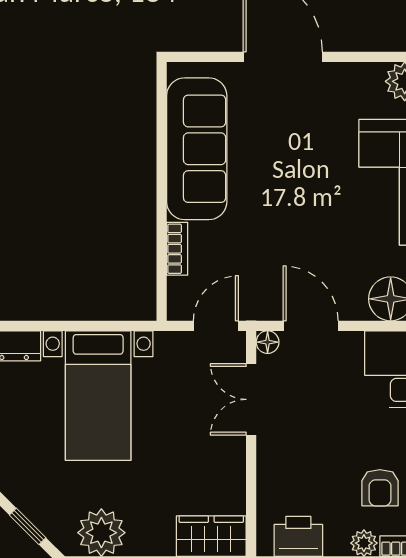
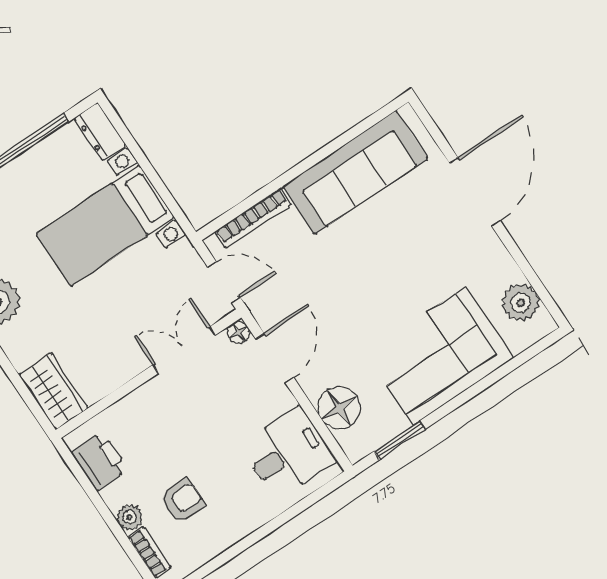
bookcase: (177, 249) -> (253, 218), width x1.56
armchair: (380, 488) -> (182, 500), turned 180

